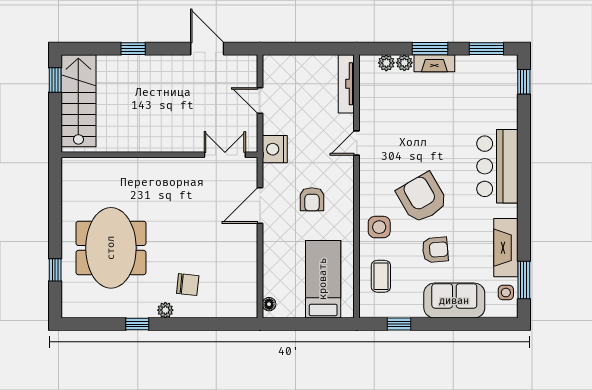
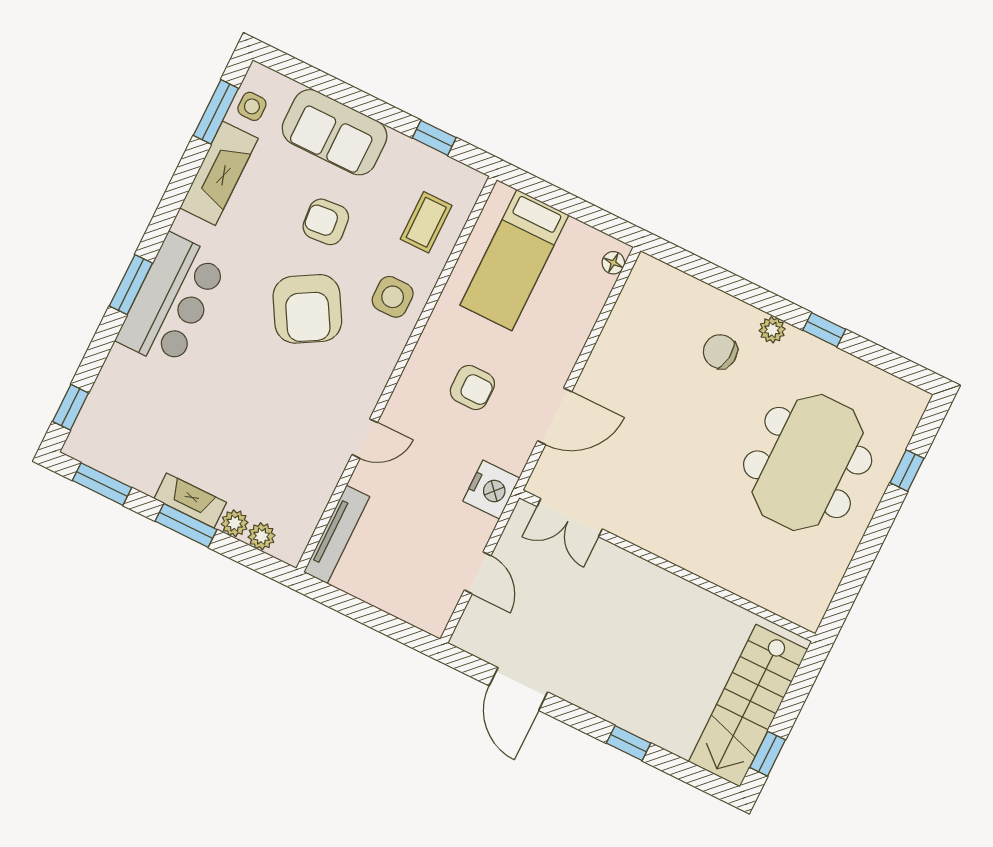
window: (524, 164) -> (131, 285), added
armchair: (312, 199) -> (472, 387), turned 90

